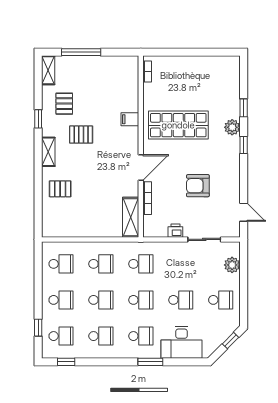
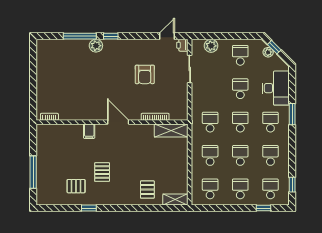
shelving: (48, 70) -> (48, 200), removed
window: (244, 108) -> (80, 36), width x2.17
shop shelf: (178, 125) -> (94, 91), removed
shelving: (48, 152) -> (175, 200), moved
door: (141, 167) -> (118, 122), moved
printer: (175, 231) -> (182, 45), moved
plant: (224, 333) -> (268, 52), added

